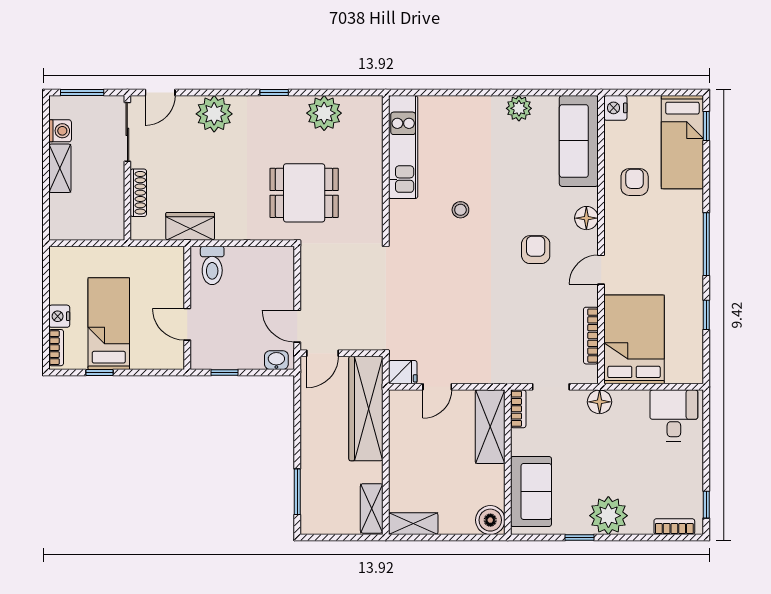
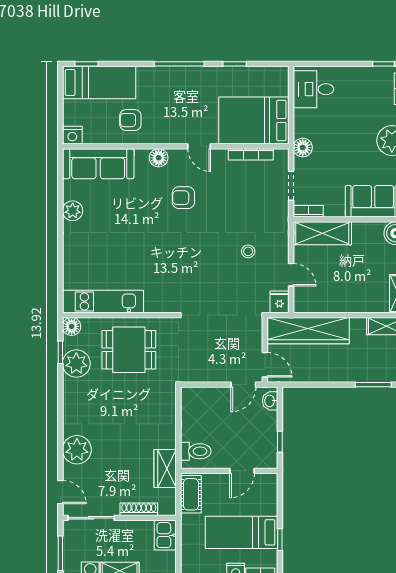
window: (274, 93) -> (60, 352), moved
floor lamp: (371, 107) -> (72, 326), added
dining table: (304, 193) -> (129, 350), moved, turned 90
stool: (460, 210) -> (248, 251), moved
kitchen sink: (105, 227) -> (165, 535), added
cot: (157, 259) -> (191, 494), added

